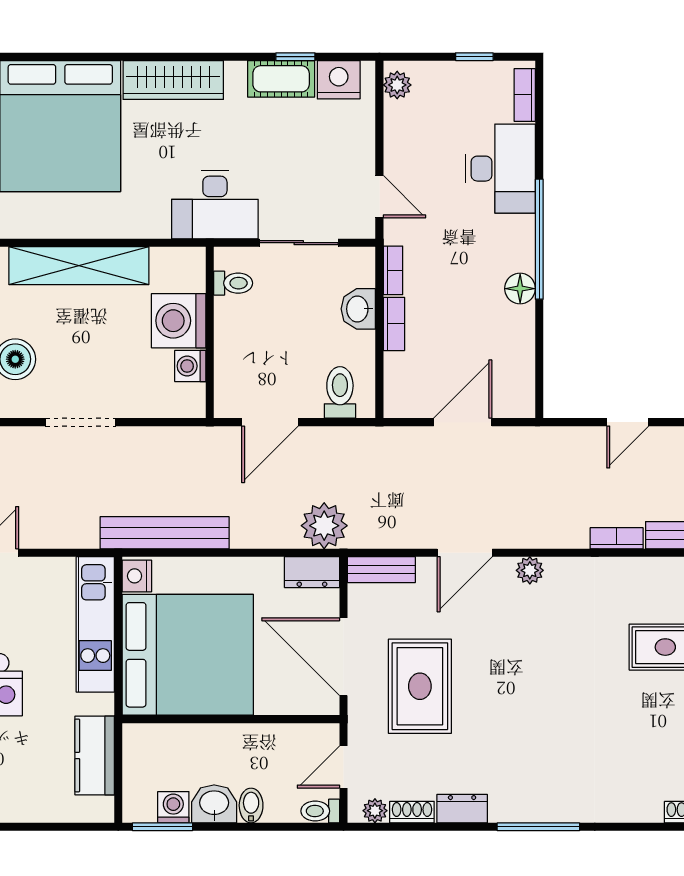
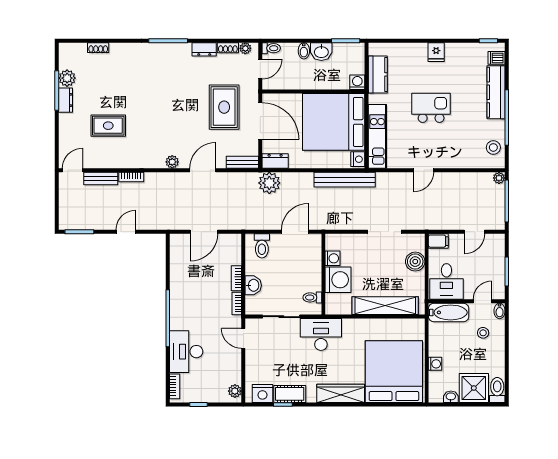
floor lamp: (520, 289) -> (177, 295), removed
washing machine: (173, 807) -> (357, 82), moved, turned 180

